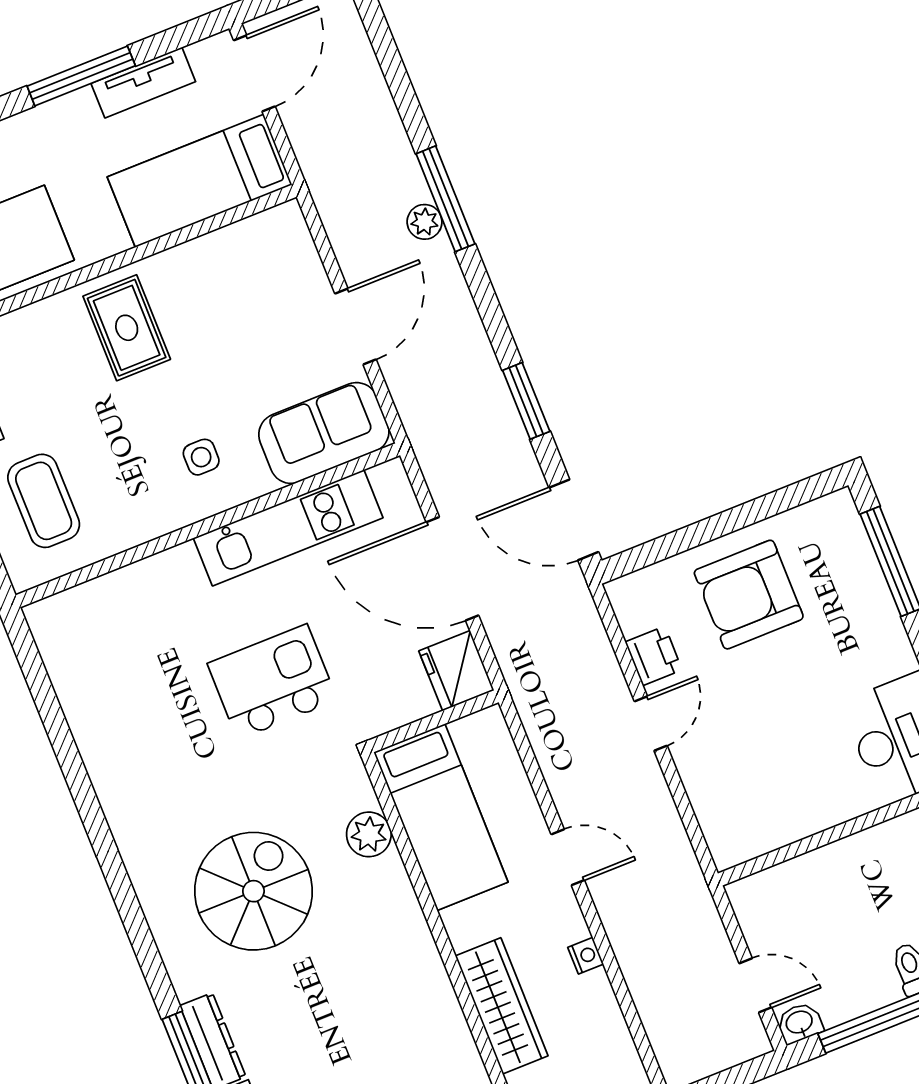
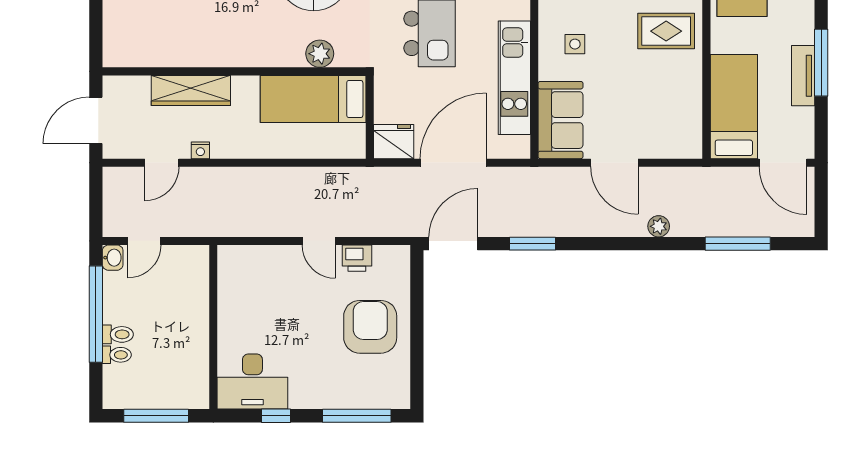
tv unit: (143, 83) -> (803, 76), moved
window: (445, 199) -> (738, 244), moved
door: (568, 857) -> (162, 163), moved

